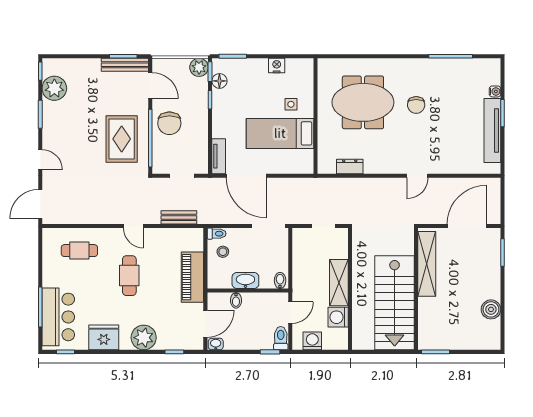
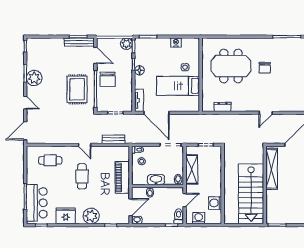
floor lamp: (219, 81) -> (139, 70), moved
plant: (54, 88) -> (34, 78), moved
shelving: (339, 283) -> (192, 169), moved

